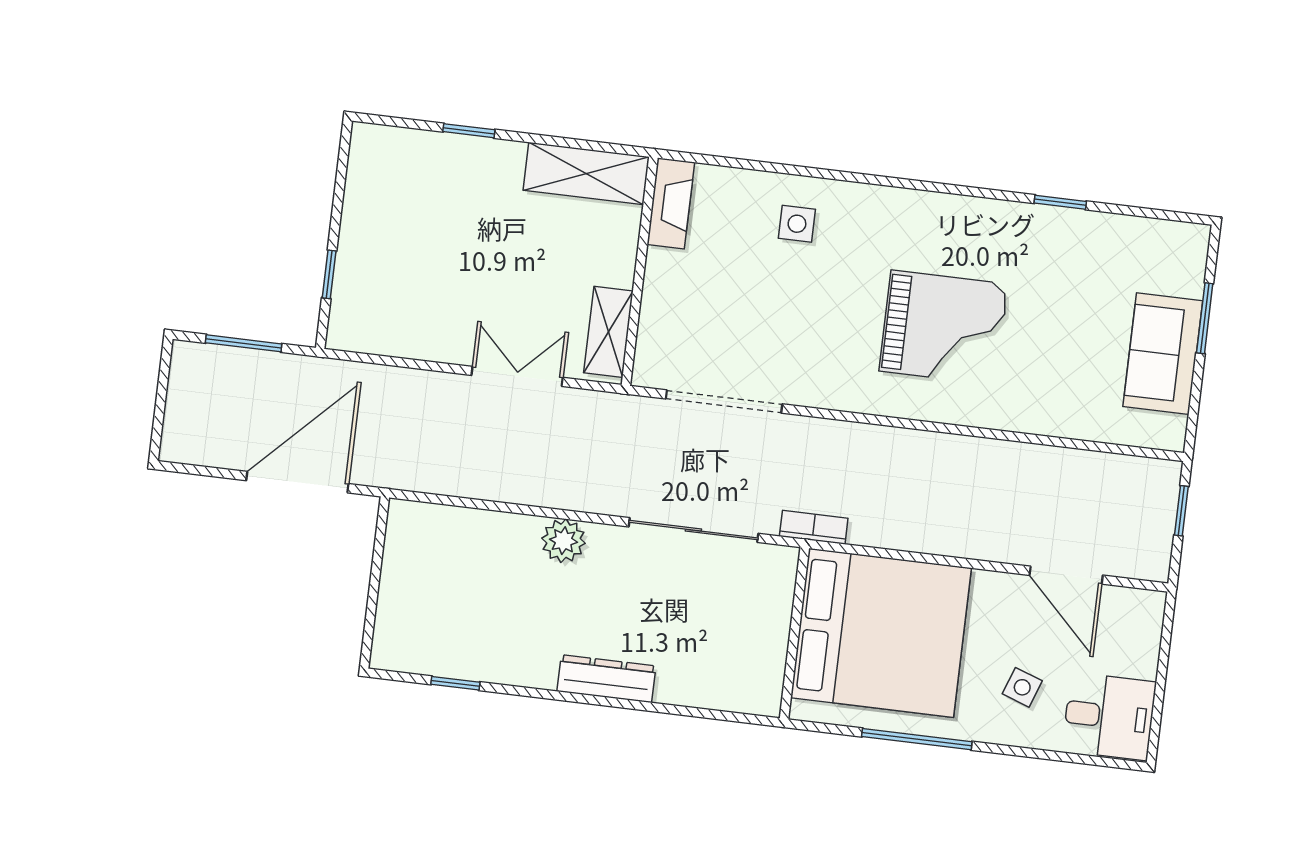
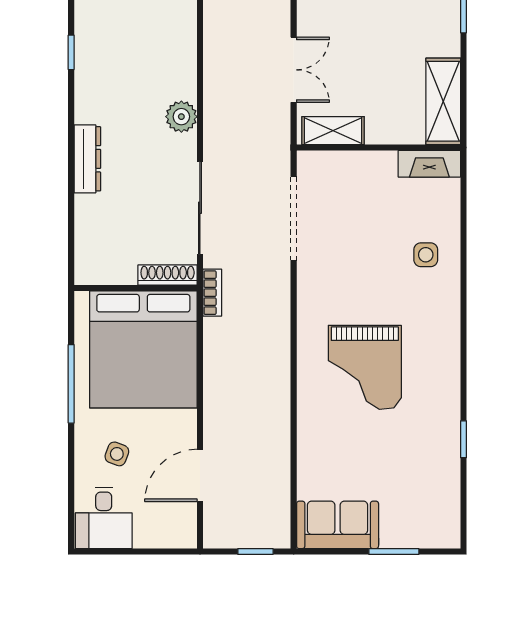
sofa: (1163, 354) -> (338, 525), moved
shoe rack: (782, 587) -> (168, 275), added

